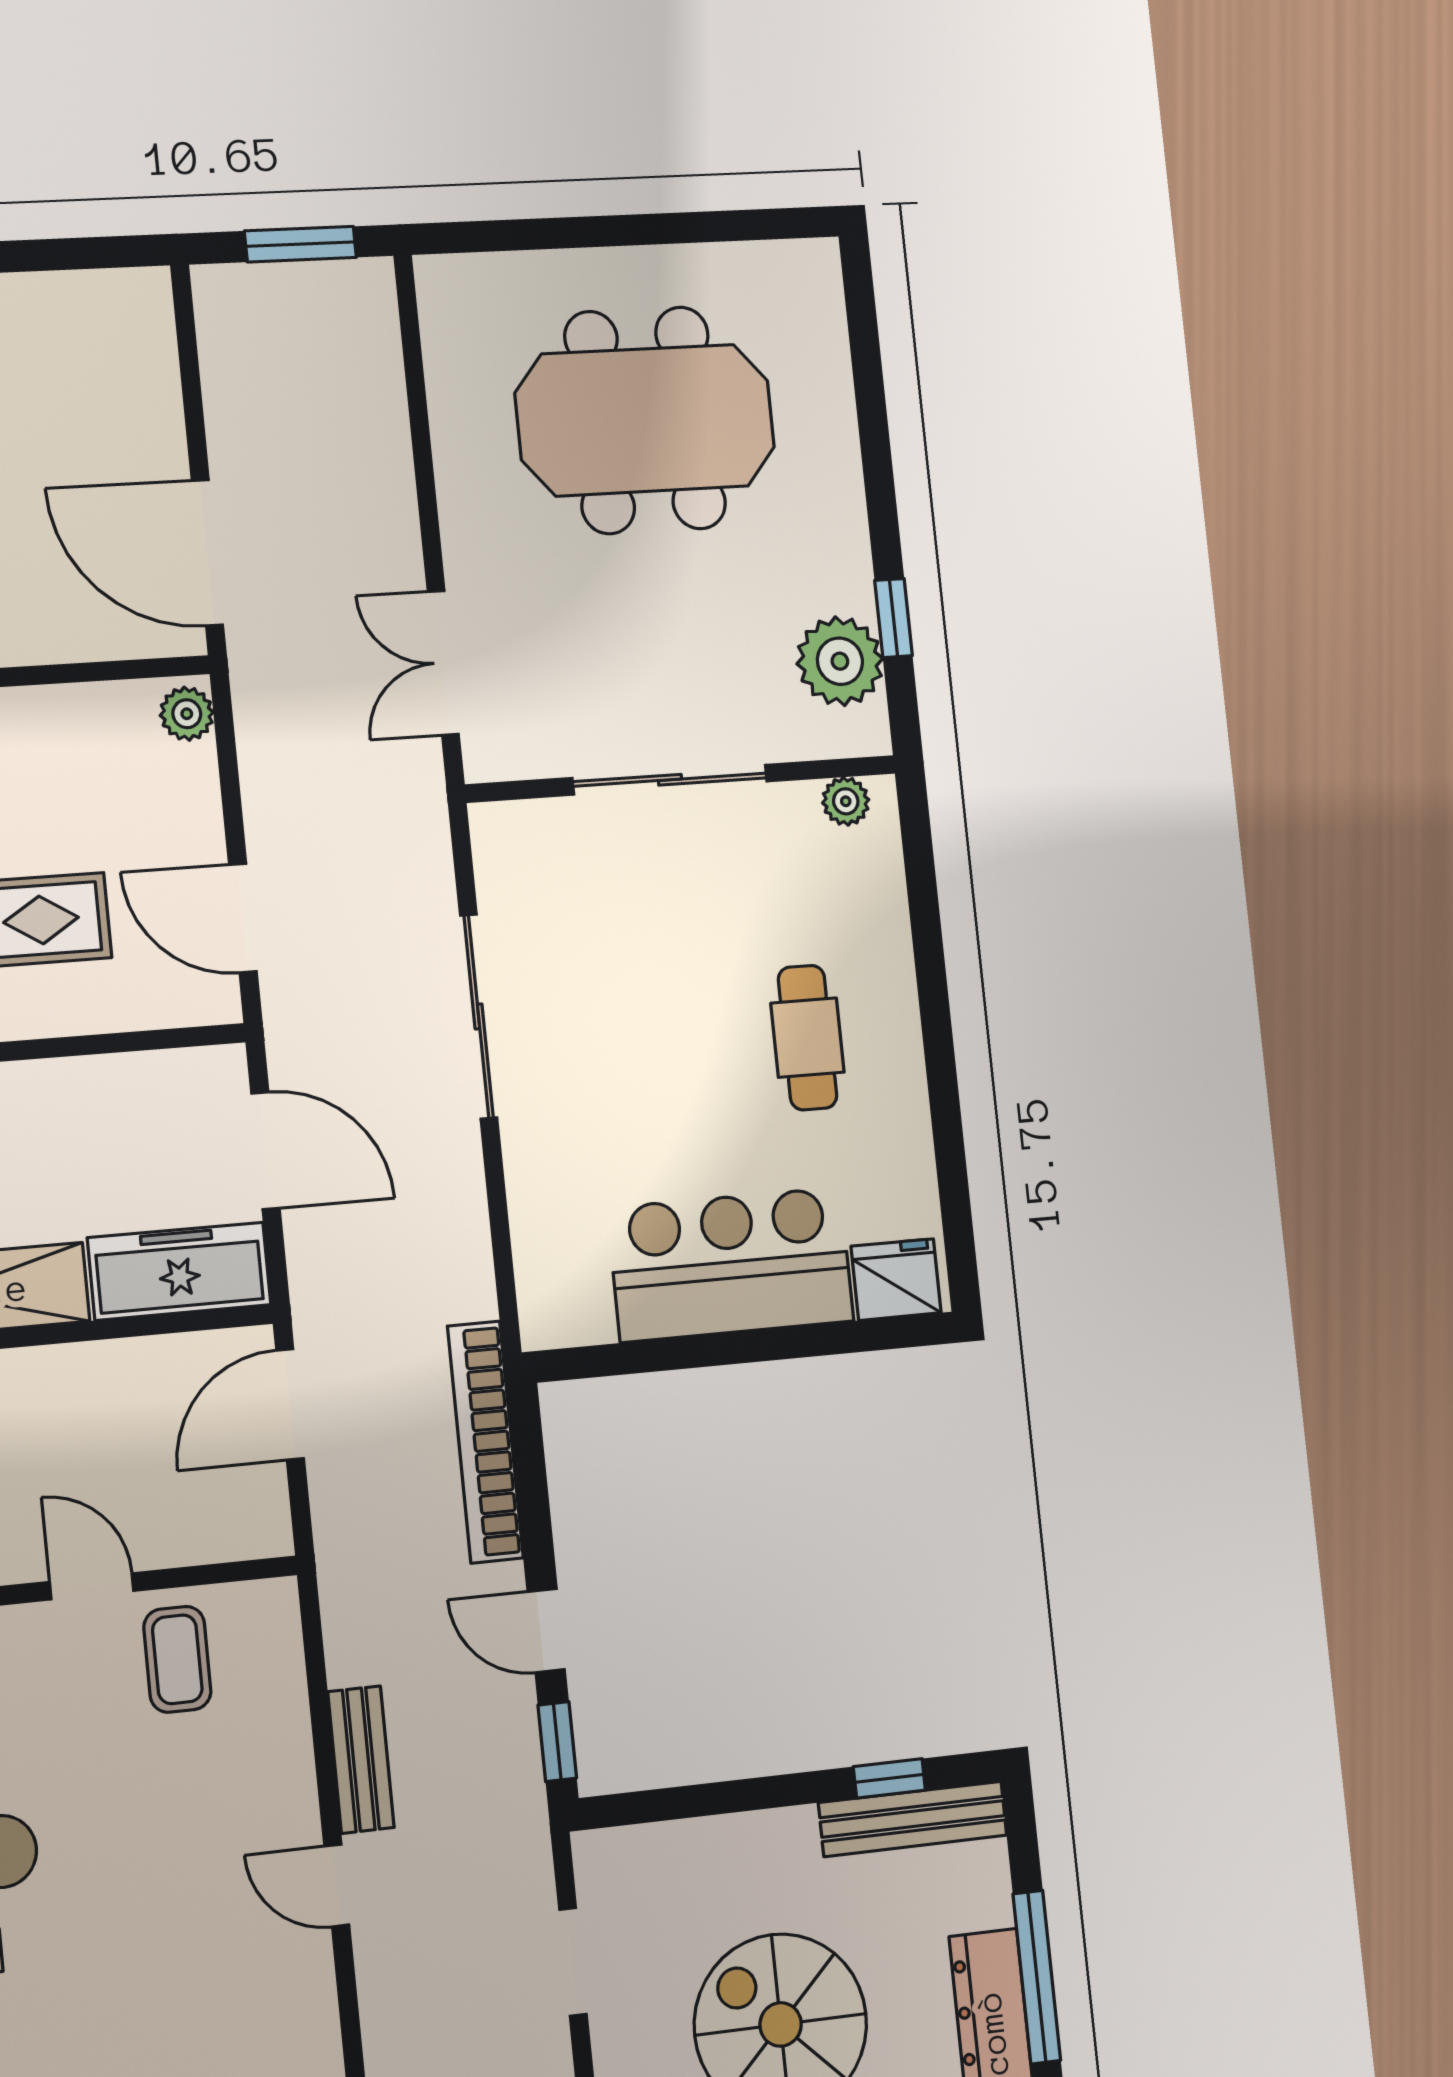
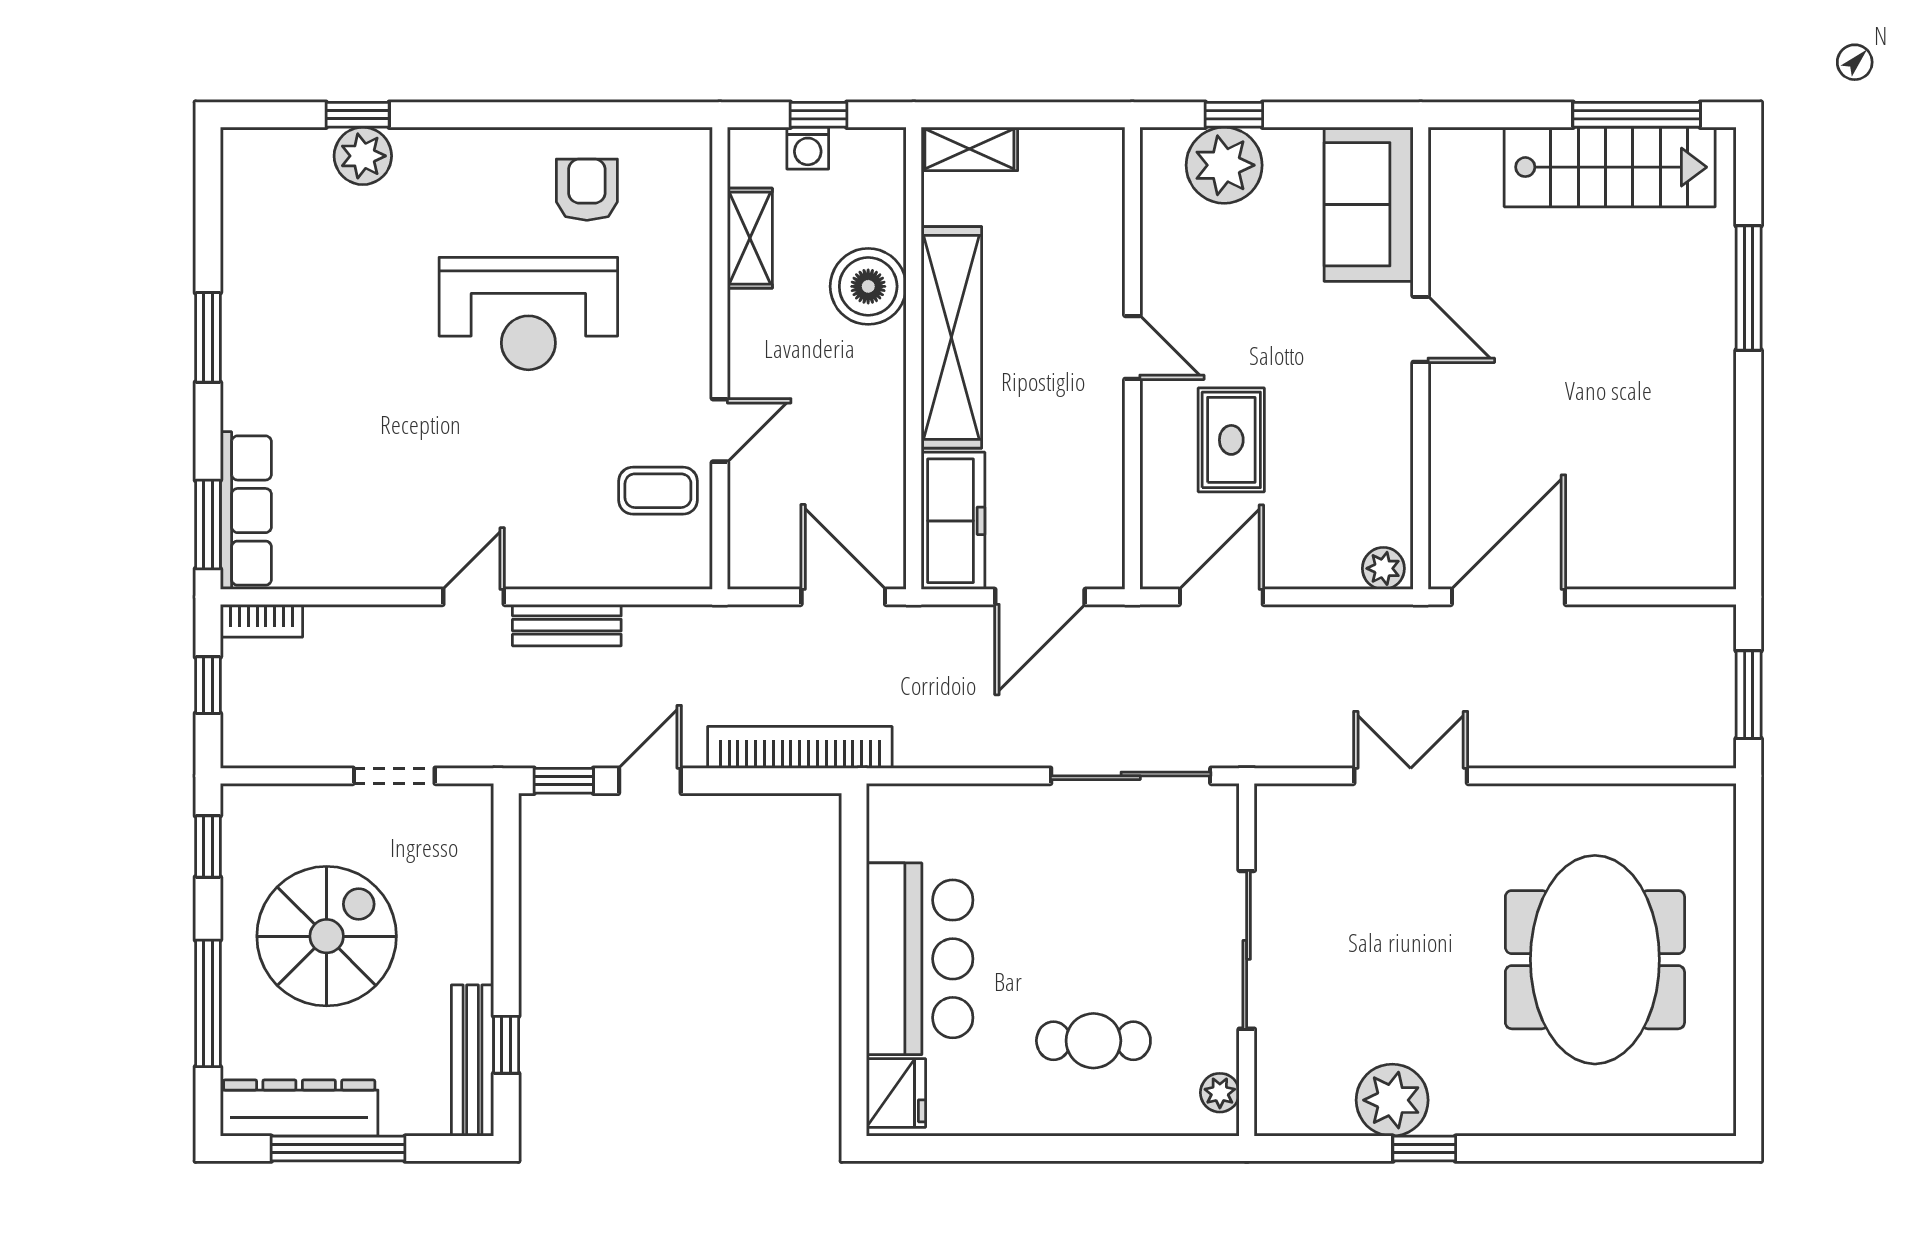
wall: (682, 779) -> (1247, 960), moved
sliding door: (670, 780) -> (1247, 950), moved
plant: (846, 801) -> (1220, 1093), moved

